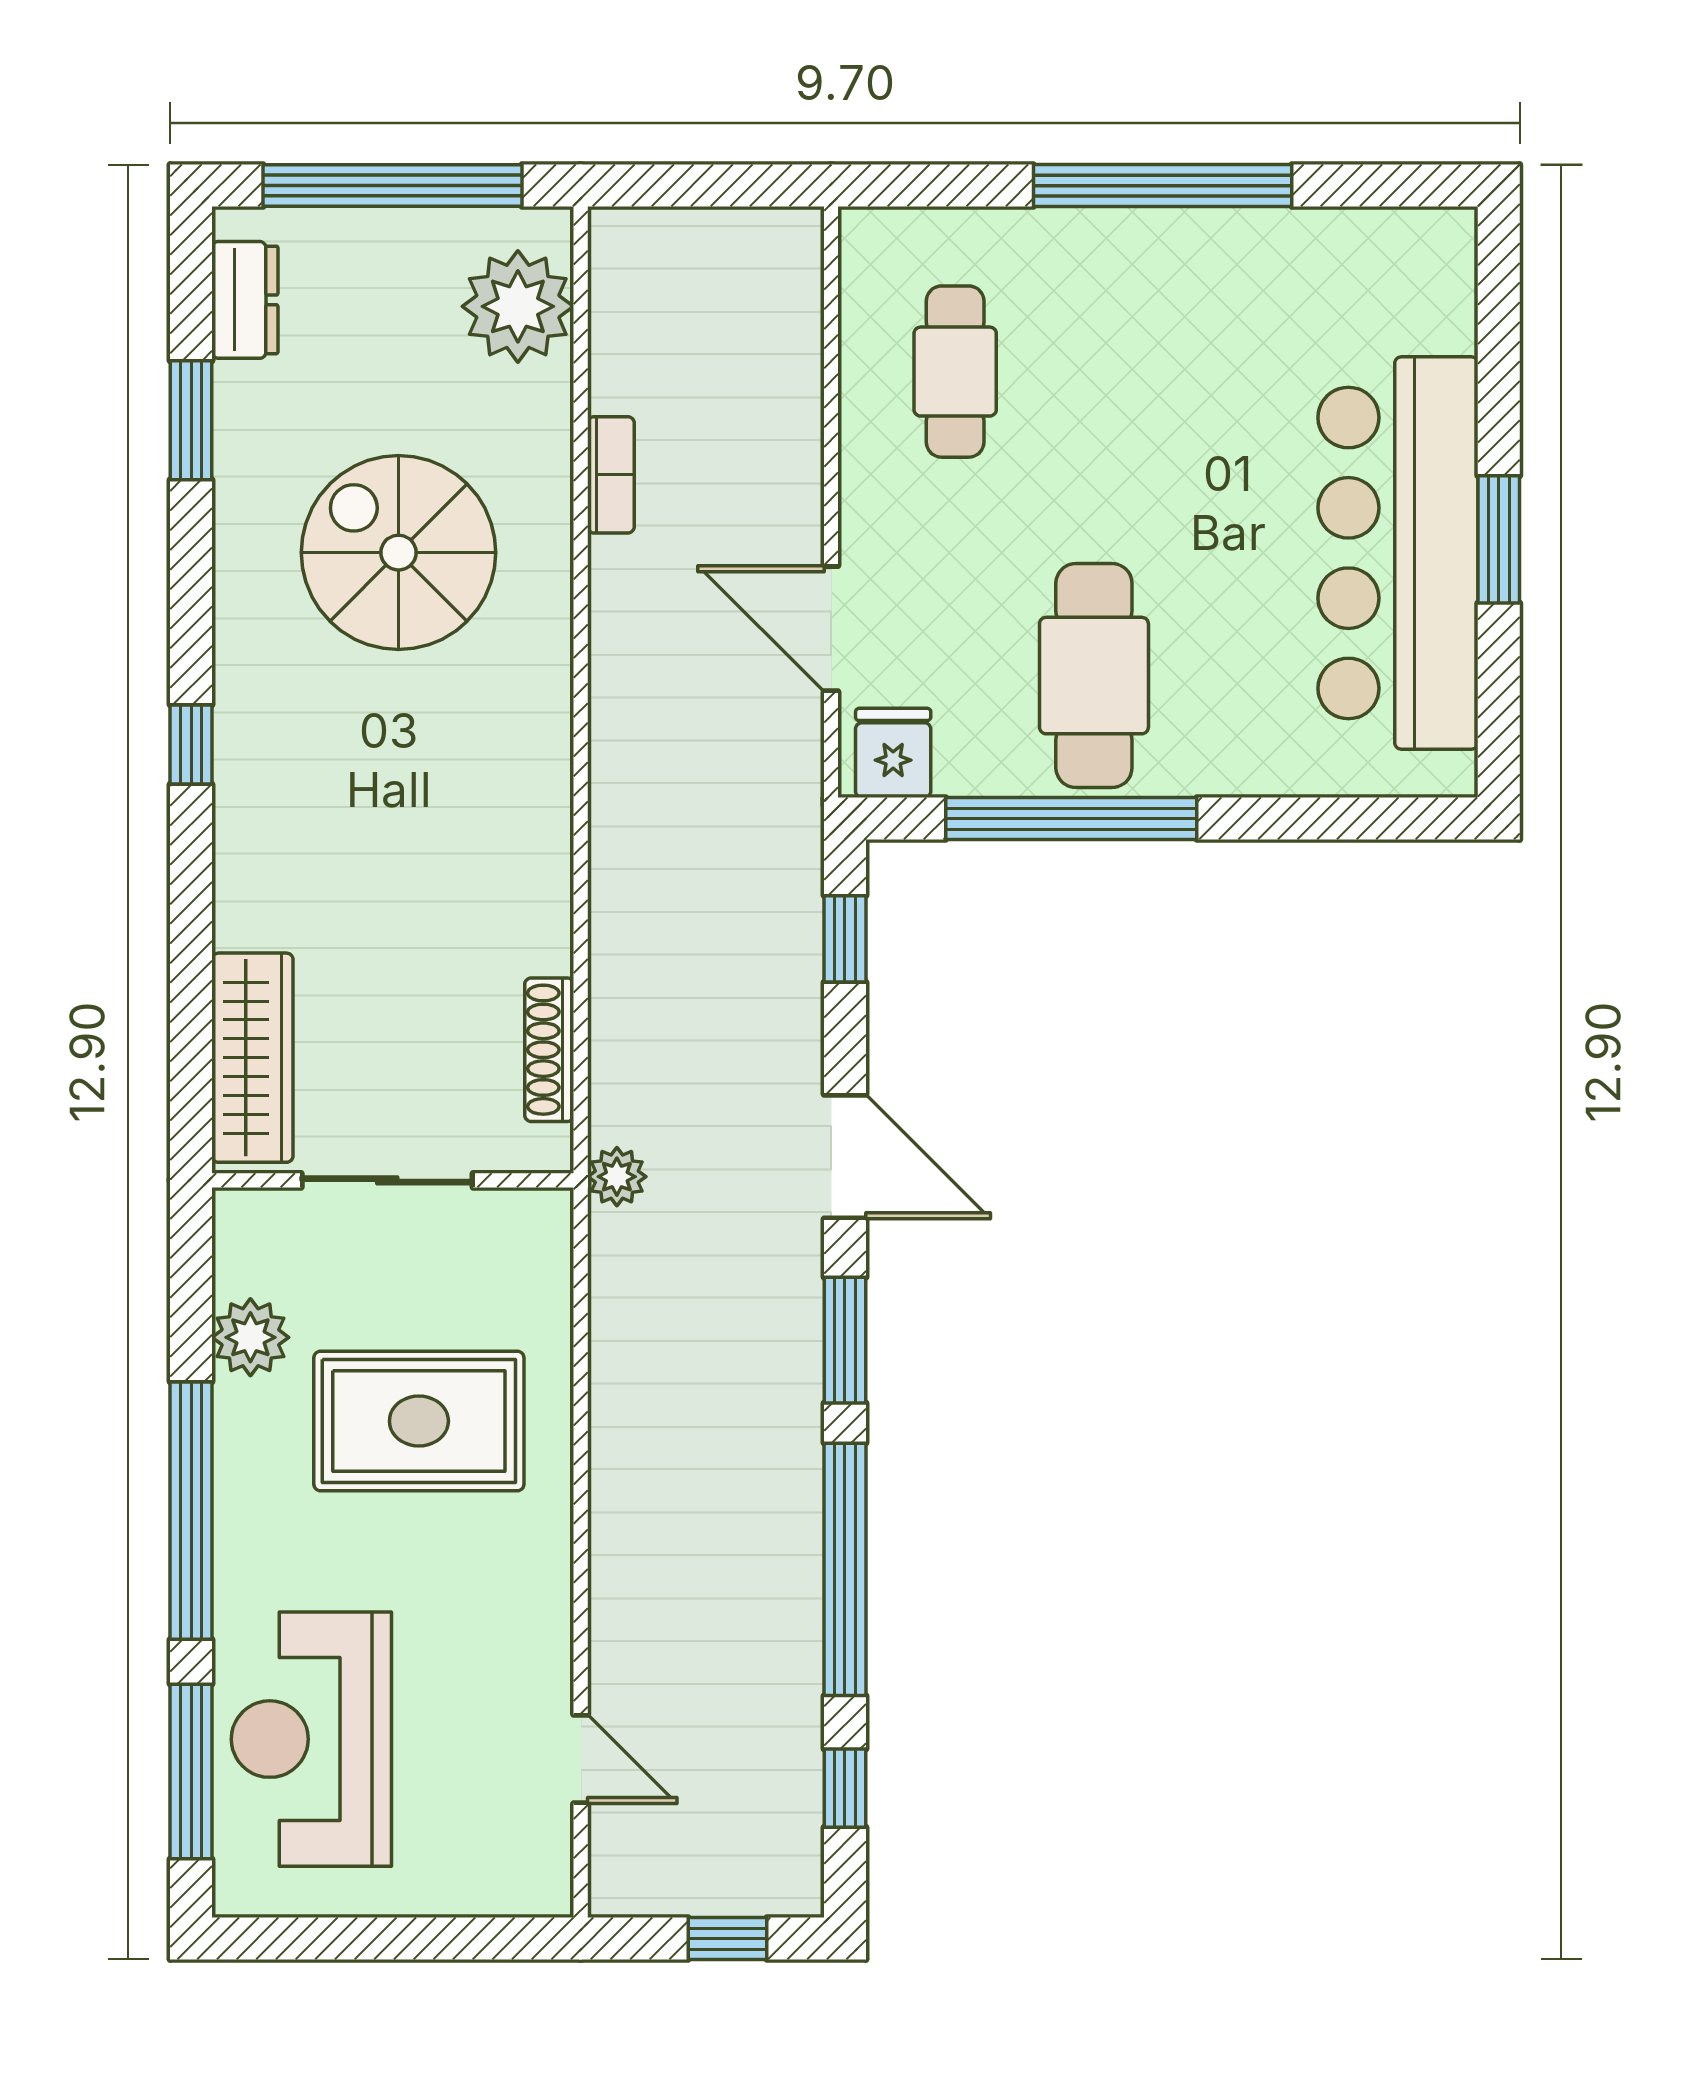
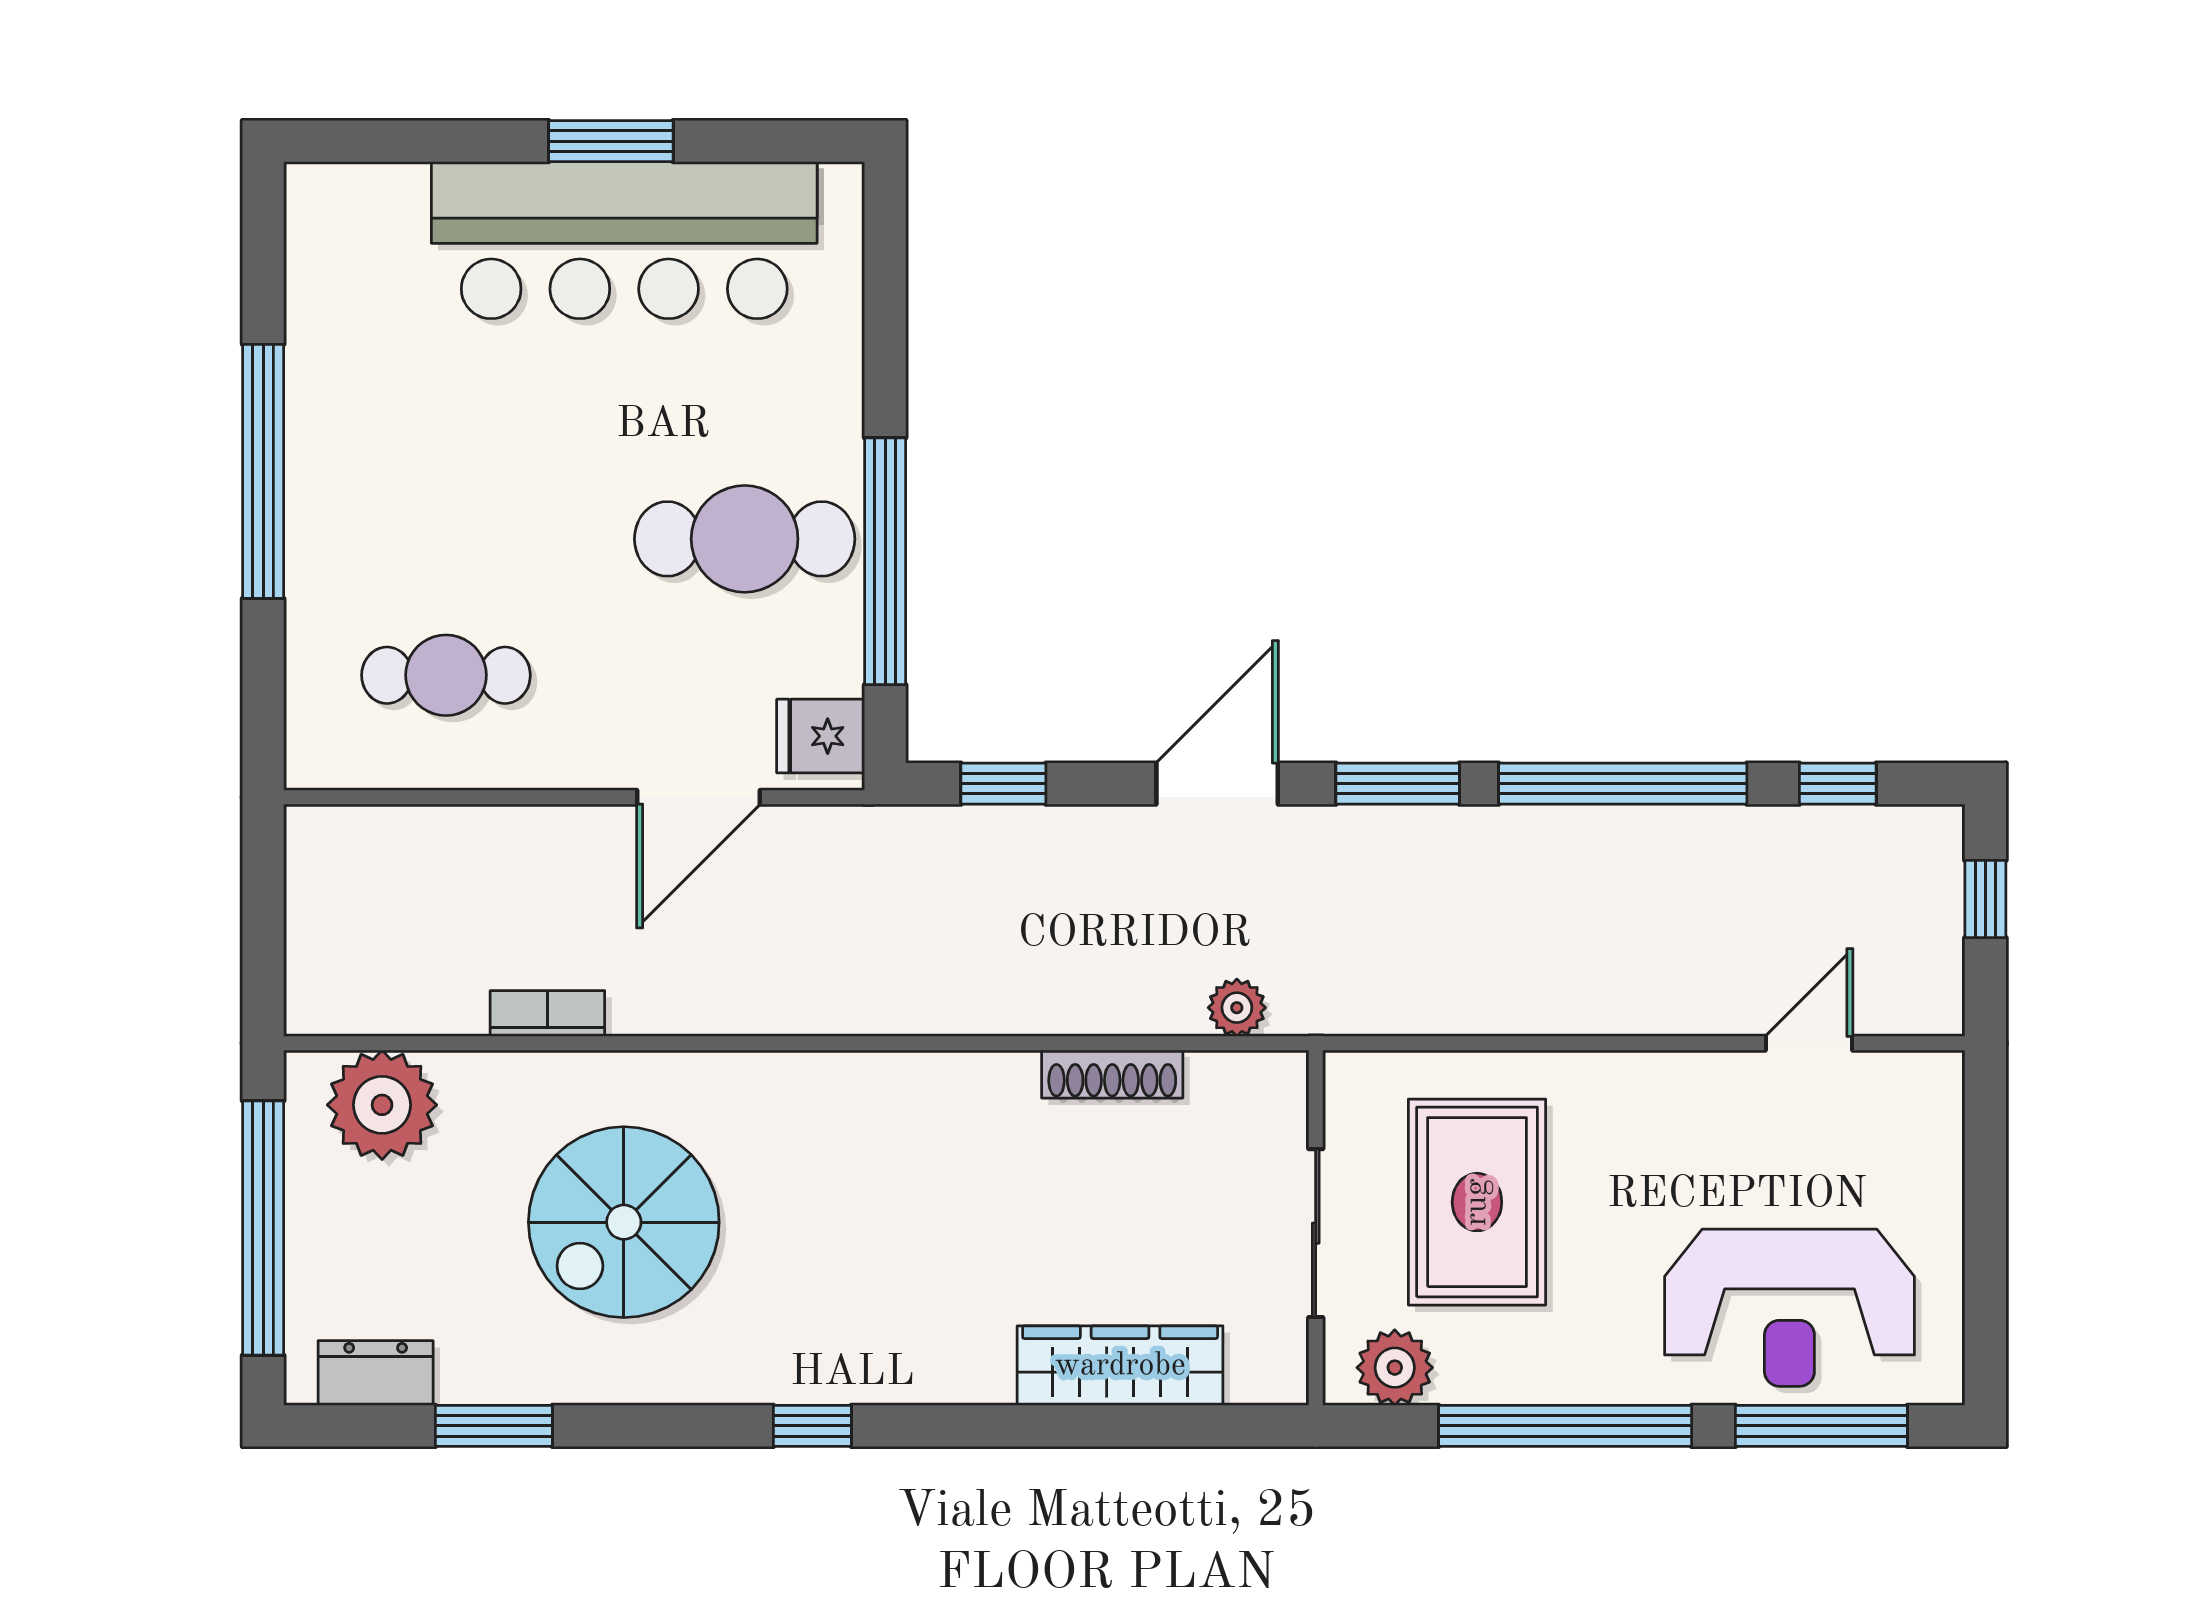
sliding door: (387, 1180) -> (1316, 1233), moved
wall: (393, 1180) -> (1316, 1228), moved

